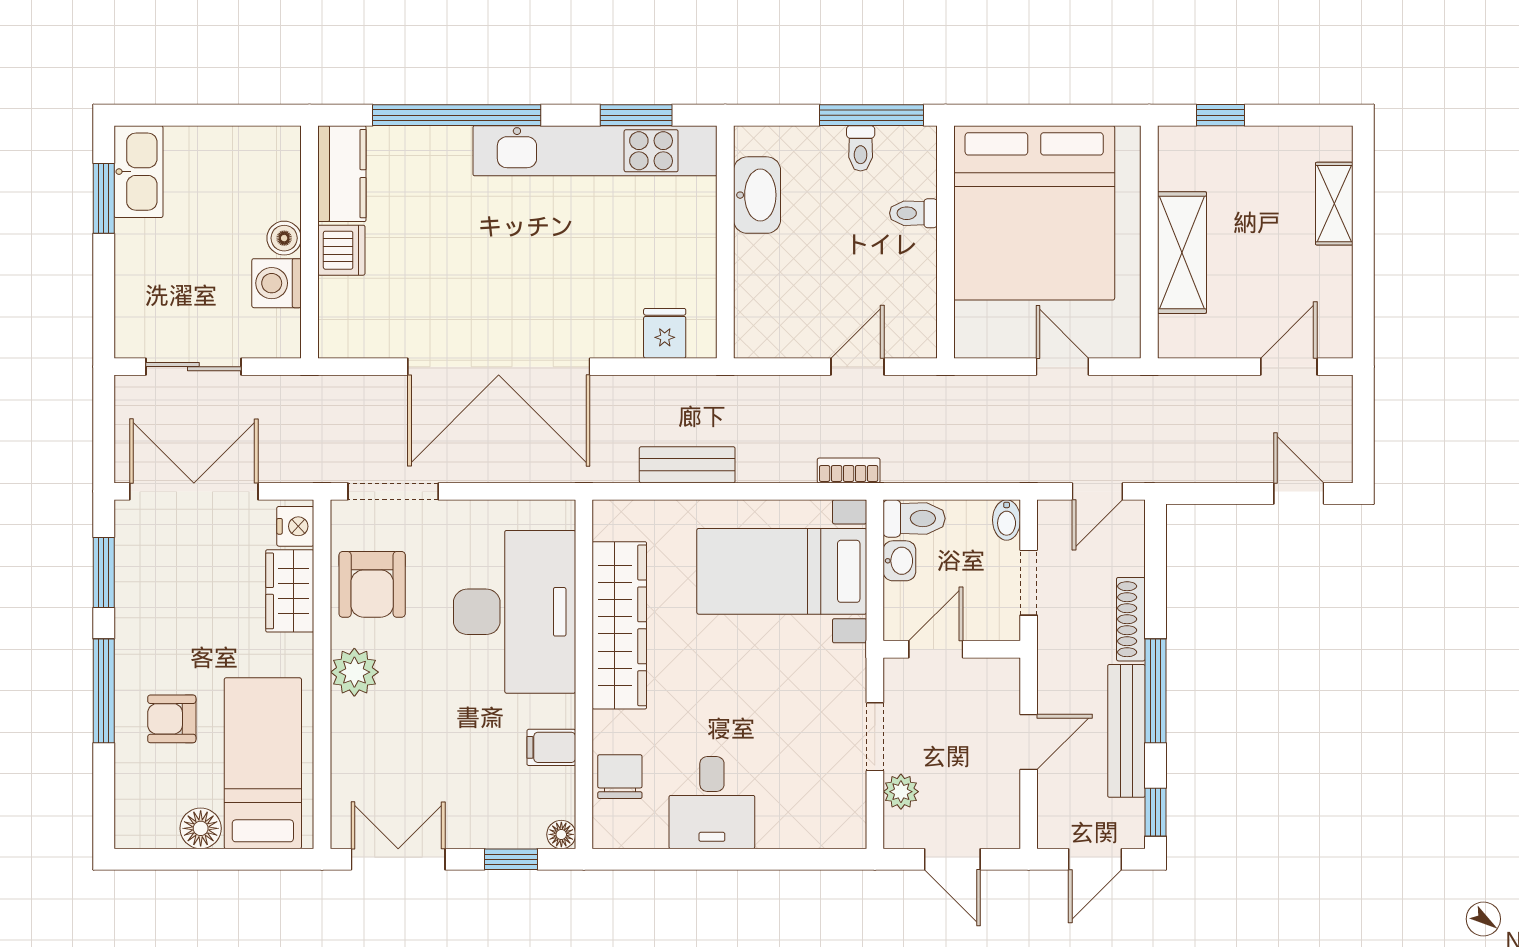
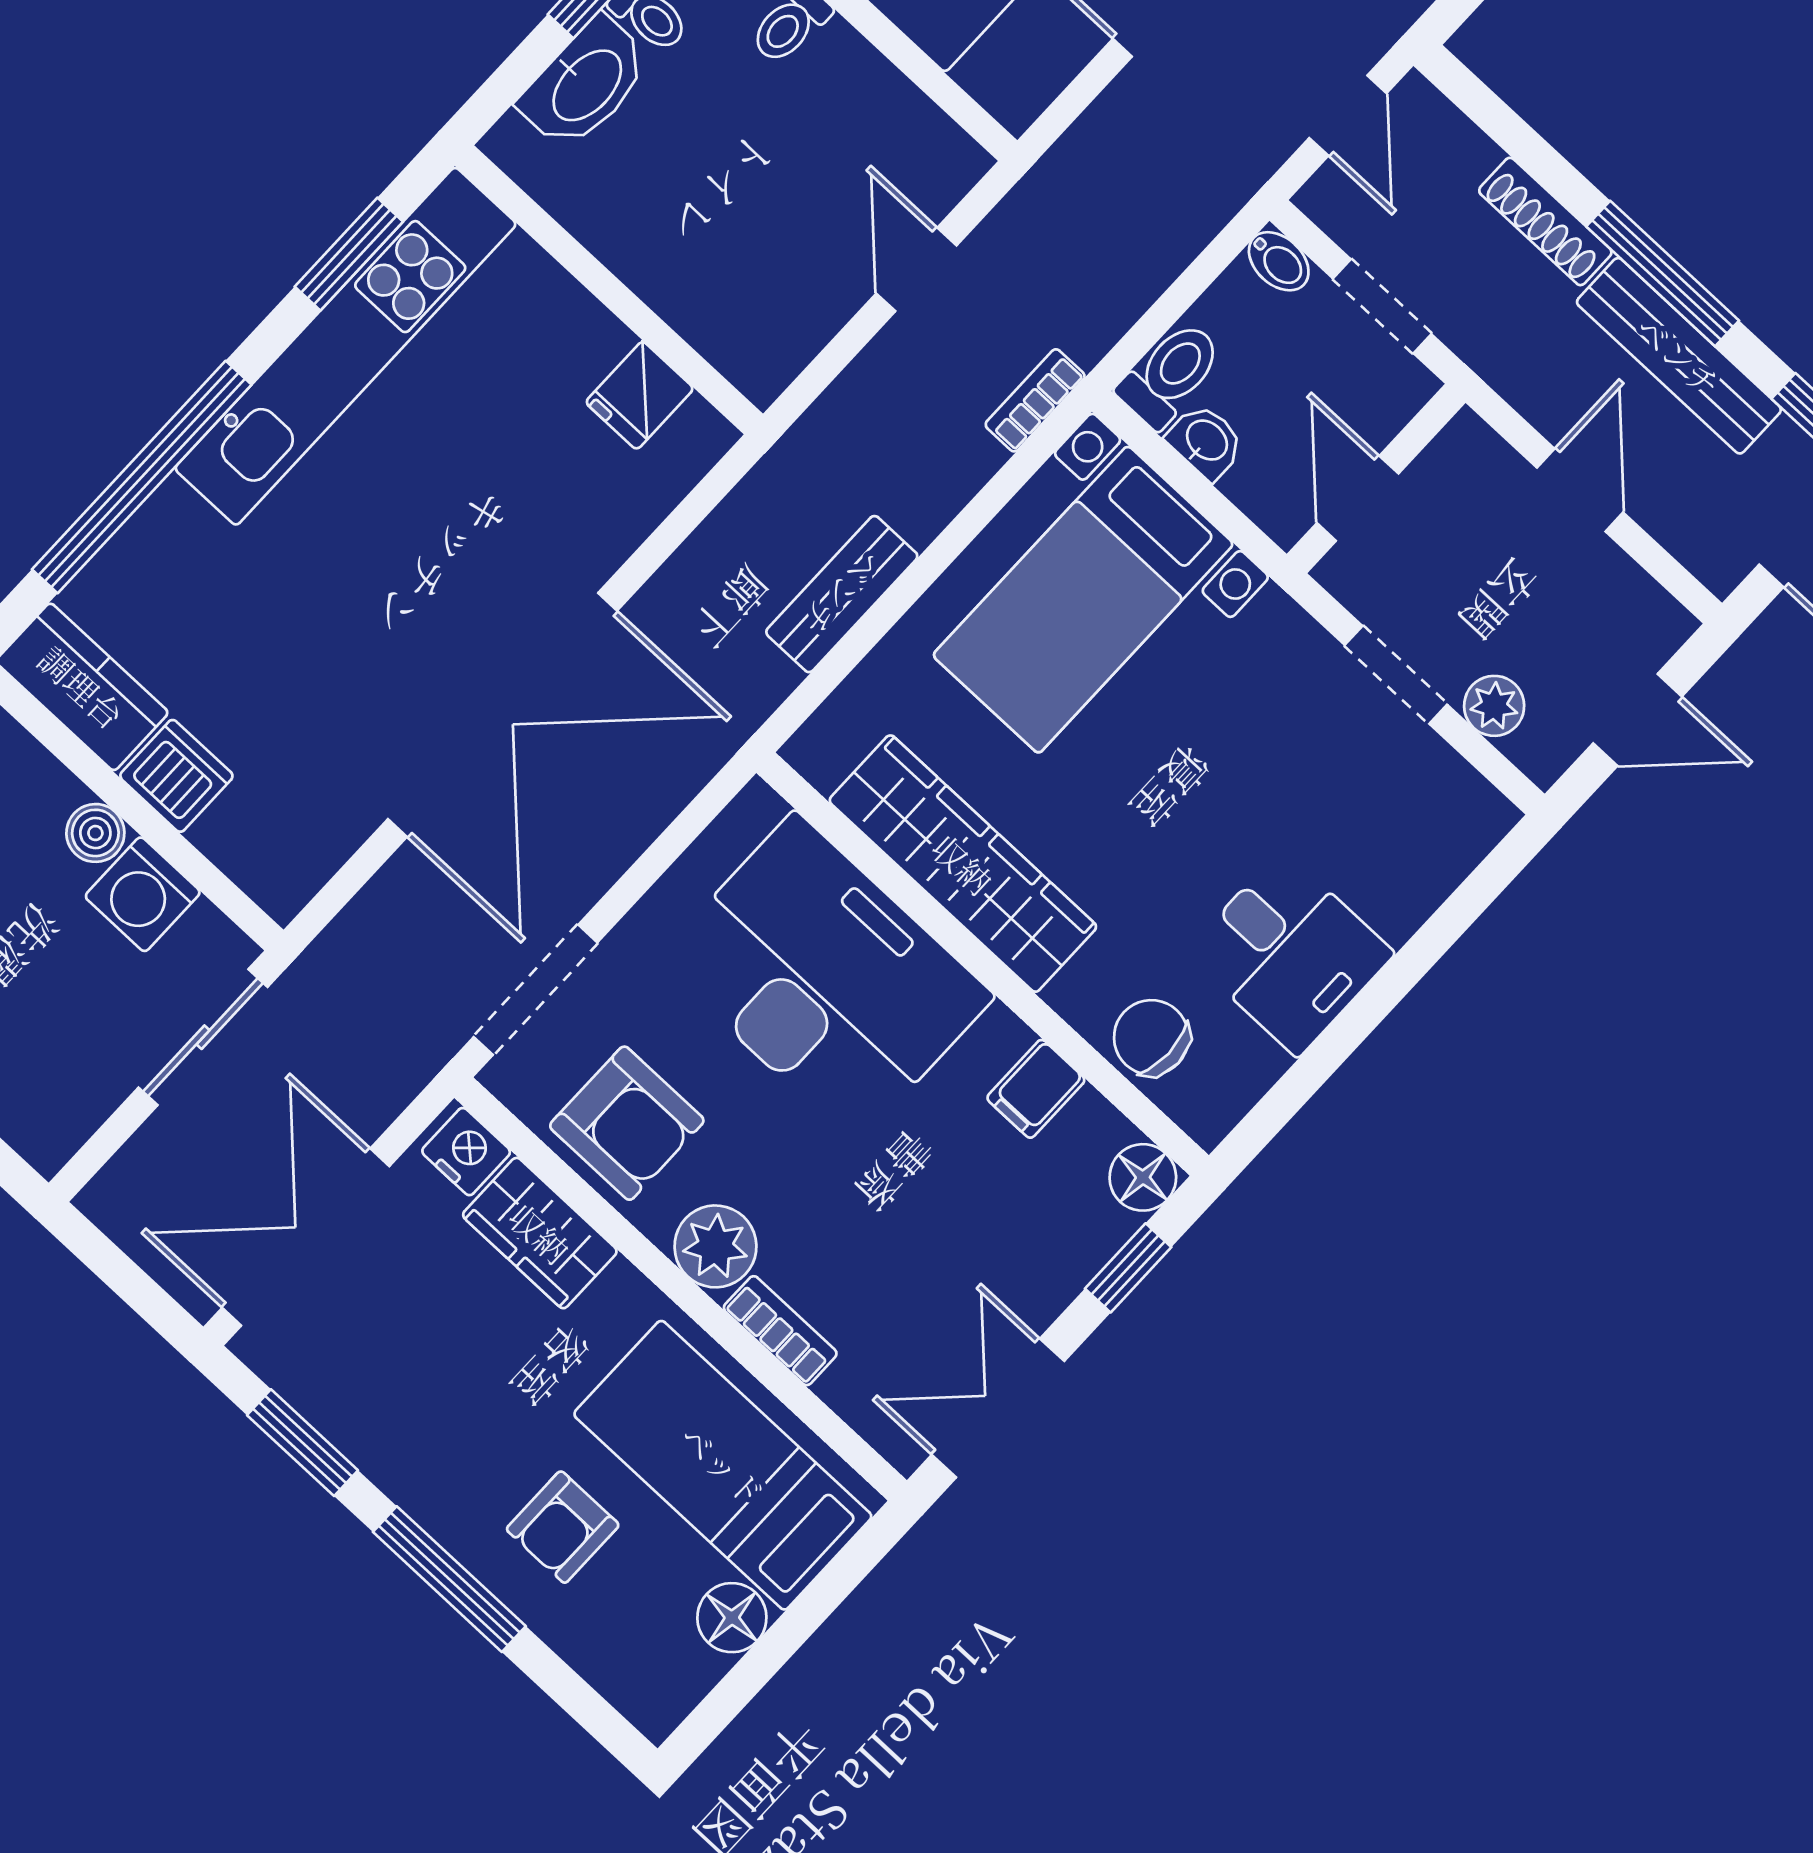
washbasin: (757, 195) -> (585, 84), moved, turned 90
fridge: (665, 333) -> (640, 395), moved, turned -90
sliding door: (193, 367) -> (203, 1037), moved
bookcase: (344, 734) -> (780, 1331), added
floor lamp: (561, 834) -> (1143, 1177), width x1.37, depth x1.37

